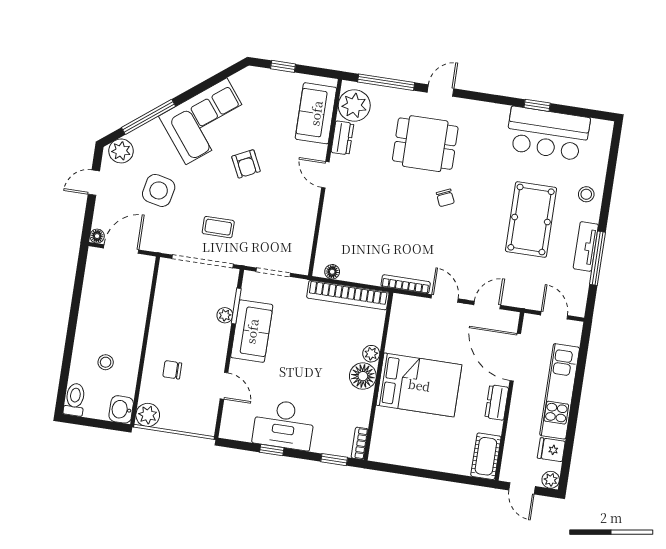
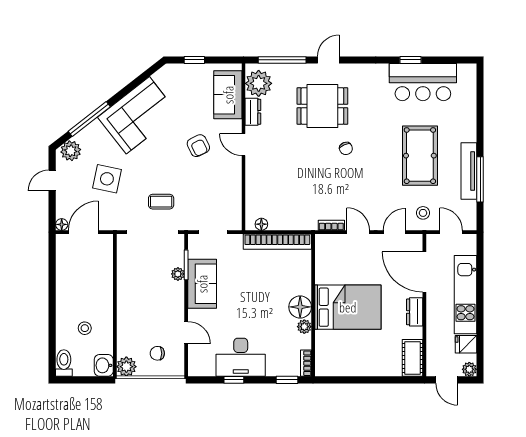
armchair: (246, 164) -> (198, 146), moved
stool: (586, 194) -> (423, 213), moved
tv unit: (586, 246) -> (469, 171), width x1.41
bookcase: (406, 284) -> (331, 225), width x0.64
plant: (371, 354) -> (304, 327), moved
chair: (172, 370) -> (157, 353), moved

